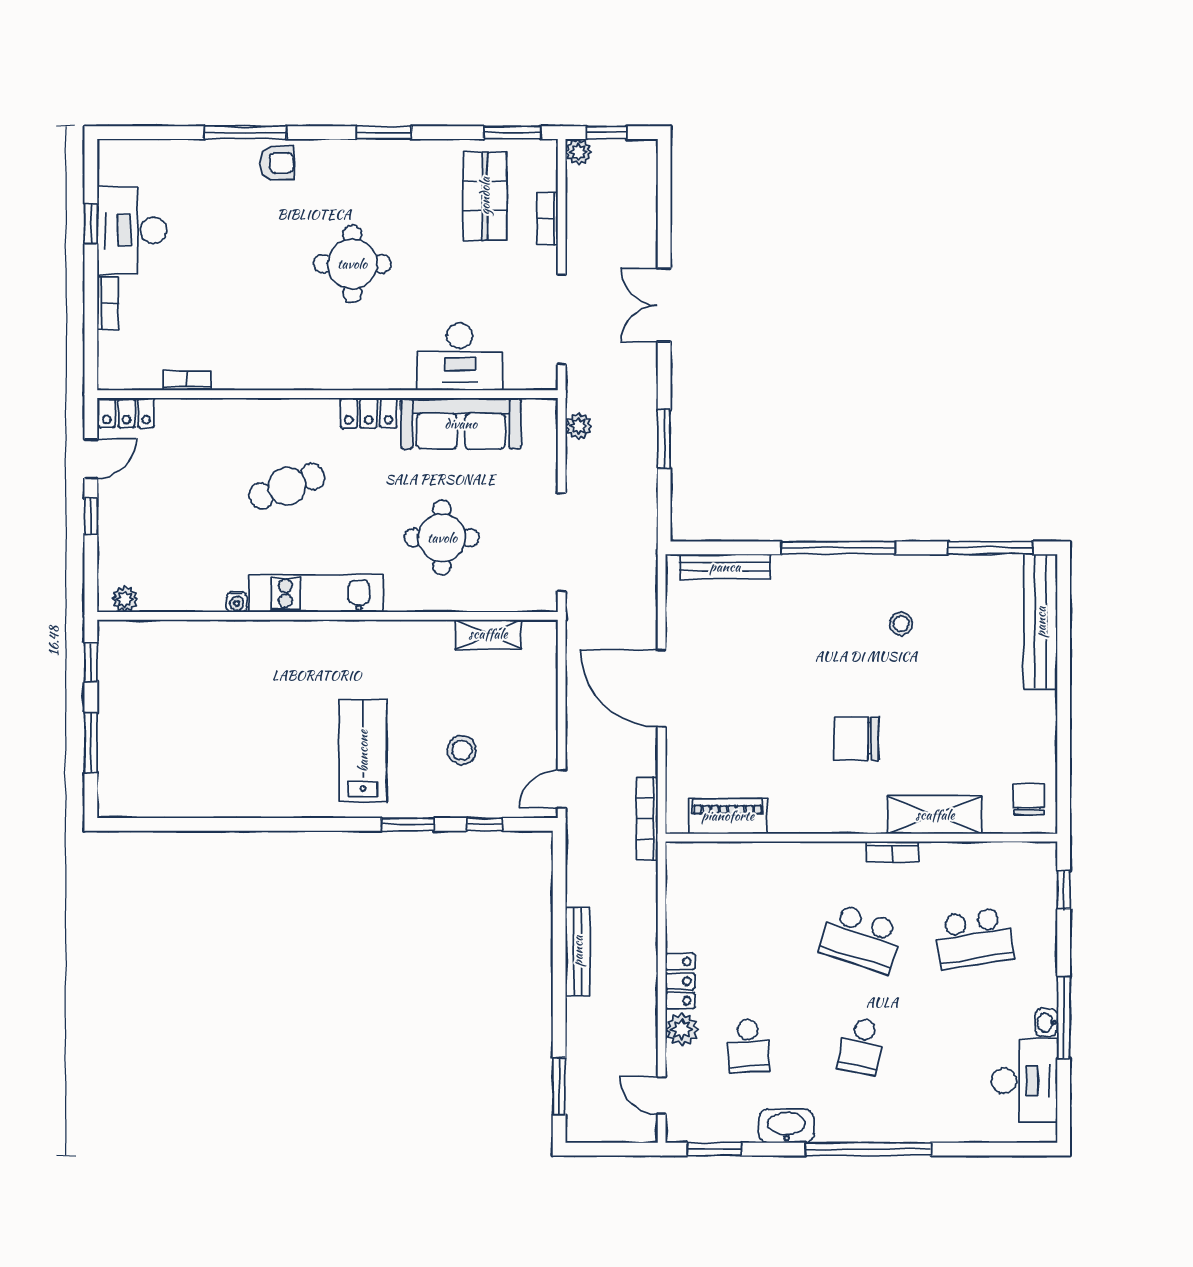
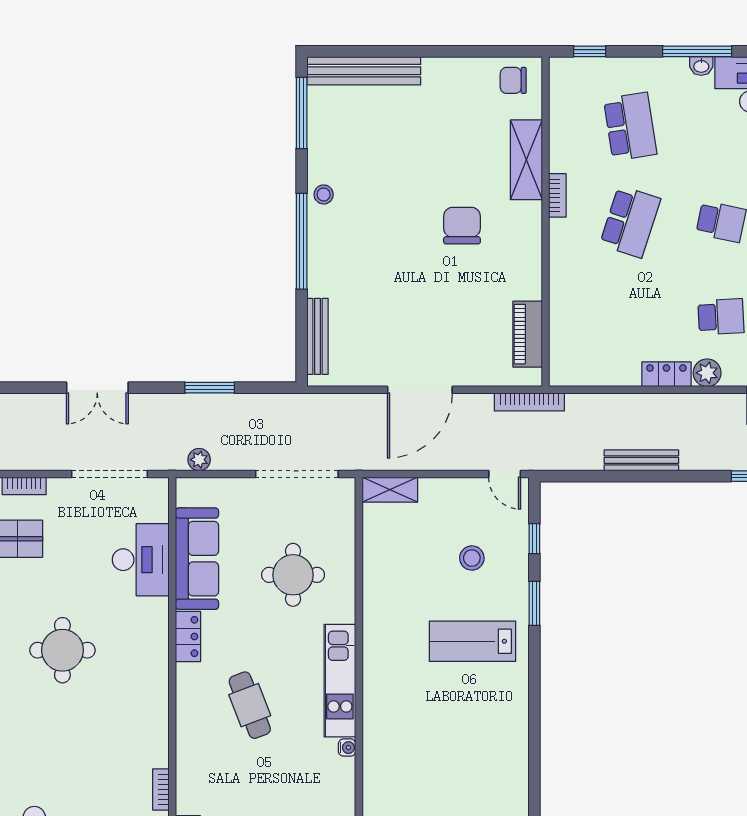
stool: (901, 624) -> (324, 194), moved
shelving: (488, 634) -> (390, 490), moved, turned 90
chair: (857, 738) -> (462, 226), turned 180

